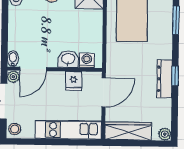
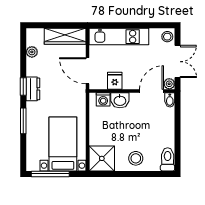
window: (176, 20) -> (23, 121), moved
dresser: (164, 79) -> (33, 89), width x0.70
door: (104, 92) -> (88, 71), hinge flipped
plant: (165, 134) -> (32, 52), moved

